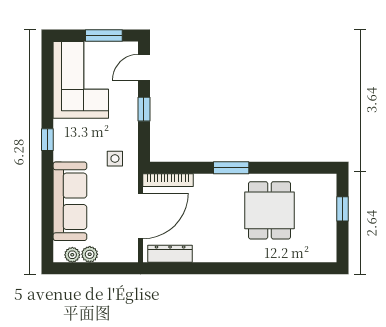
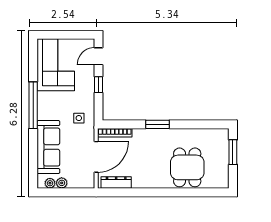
window: (104, 35) -> (71, 35), removed
window: (47, 140) -> (33, 105), width x3.17
window: (343, 209) -> (233, 152), width x1.50
dining table: (270, 210) -> (187, 167), moved

